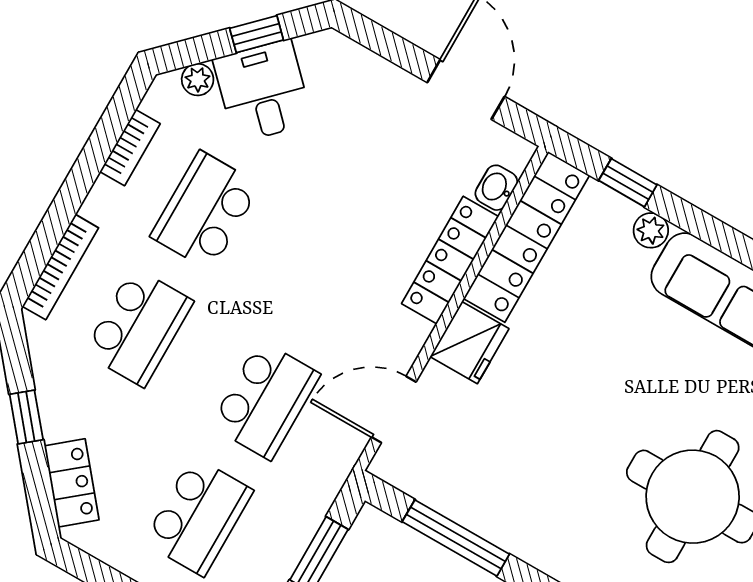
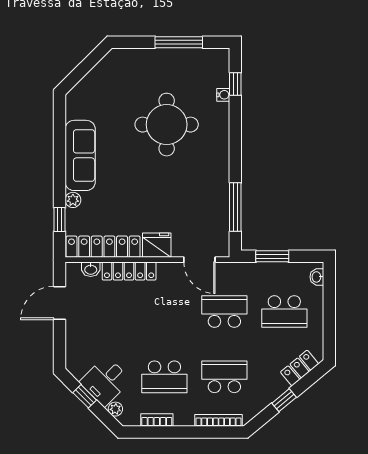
school desk: (198, 516) -> (284, 312), turned 180

